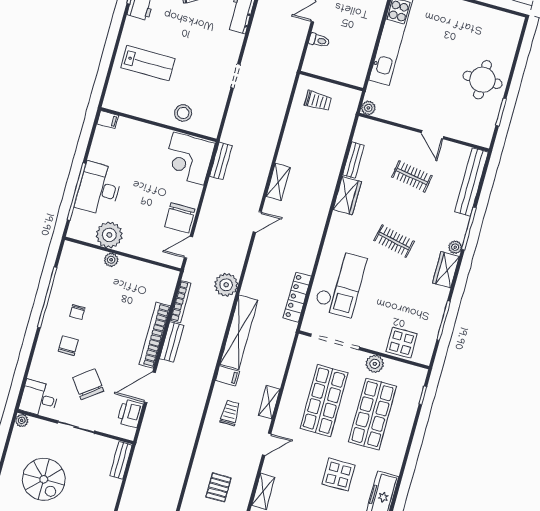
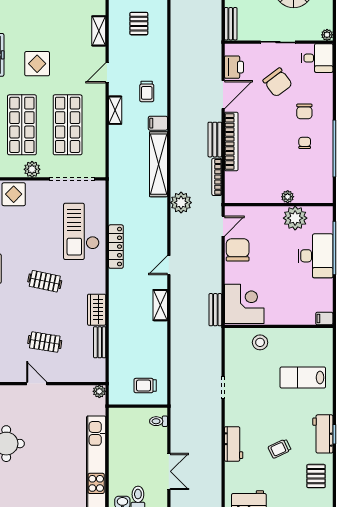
toilet: (319, 40) -> (159, 421), moved
locker: (297, 297) -> (116, 247), moved

